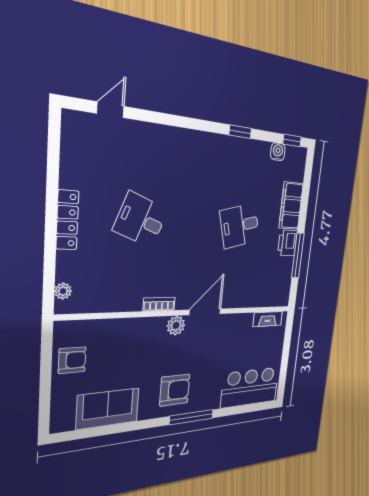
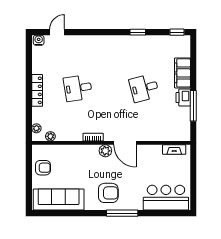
water cooler: (278, 152) -> (39, 40), moved
desk: (141, 220) -> (78, 88), turned -30
plant: (88, 305) -> (50, 136), added
door: (205, 312) -> (125, 143), swing flipped
sofa: (108, 409) -> (59, 199), width x1.36

